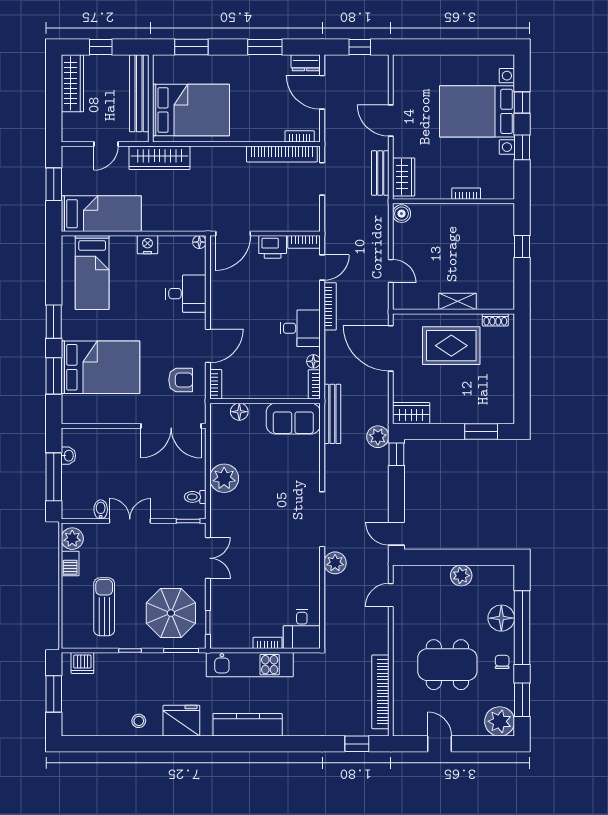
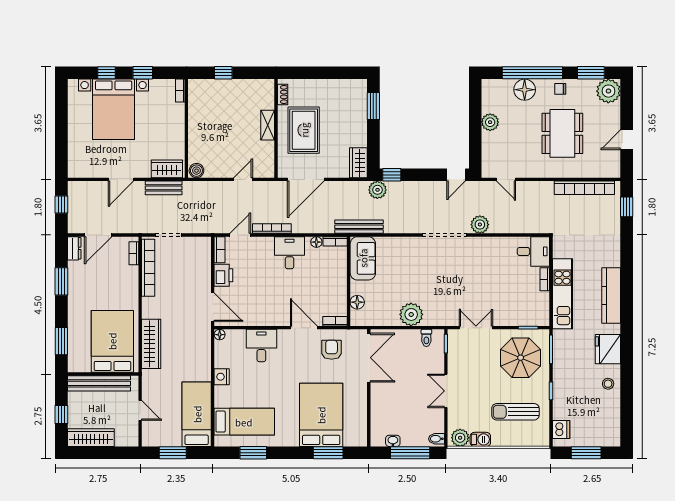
wardrobe: (159, 158) -> (151, 344), moved
bookcase: (466, 194) -> (180, 91), moved
door: (322, 268) -> (240, 235), hinge flipped
window: (54, 322) -> (253, 453), moved
bidet: (101, 509) -> (437, 439), moved

